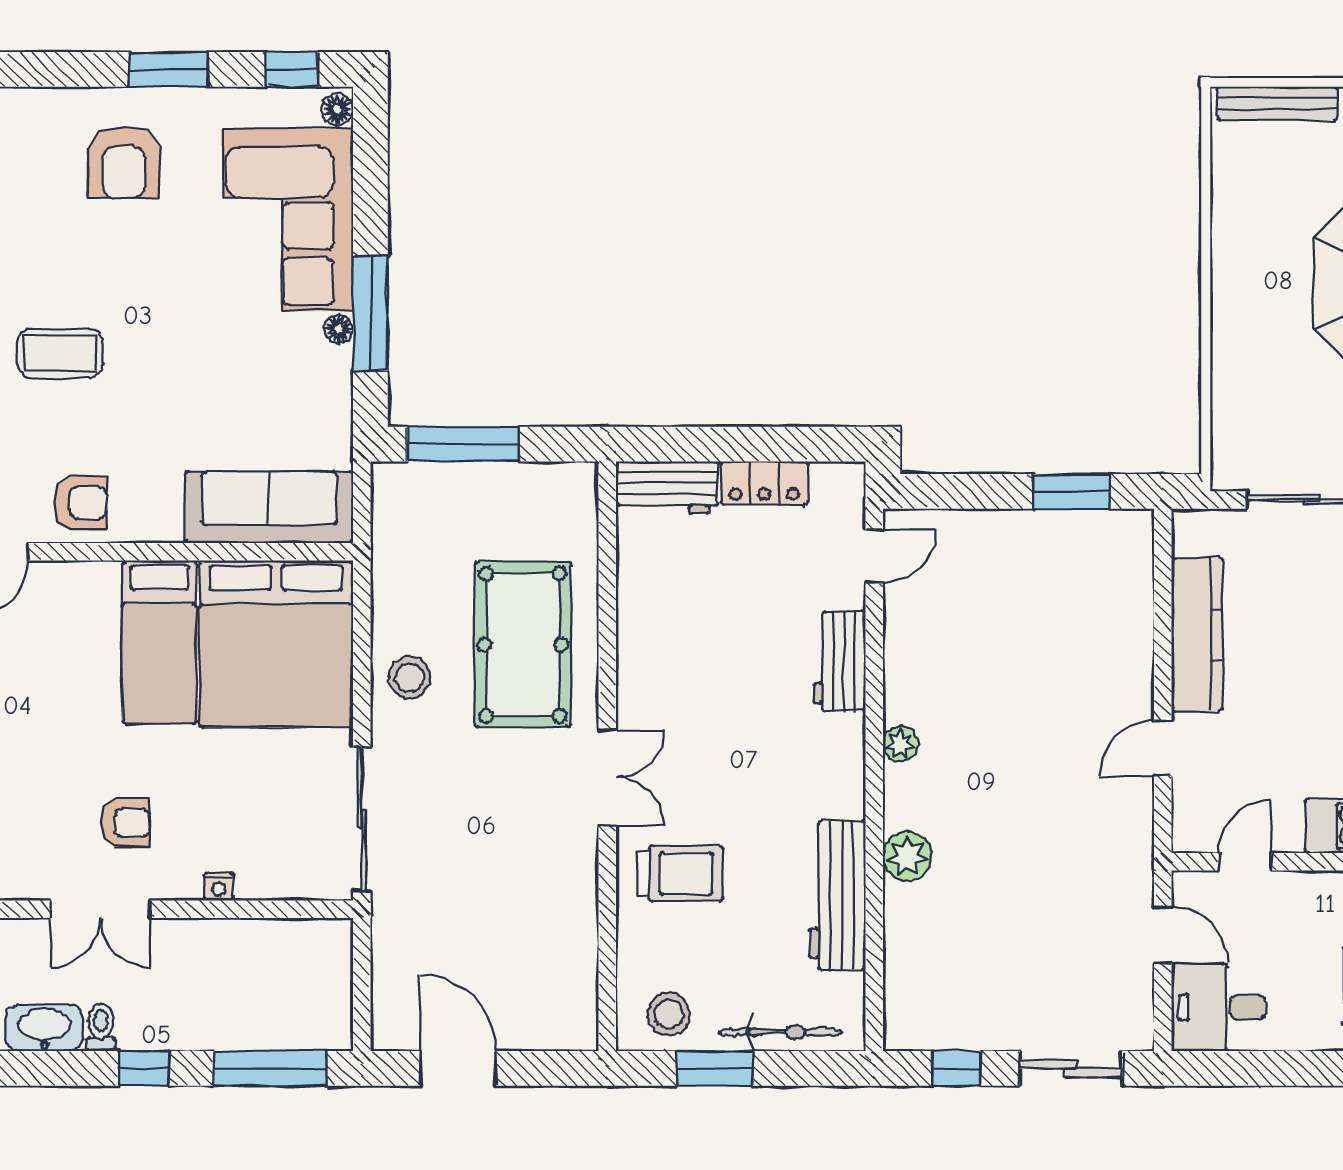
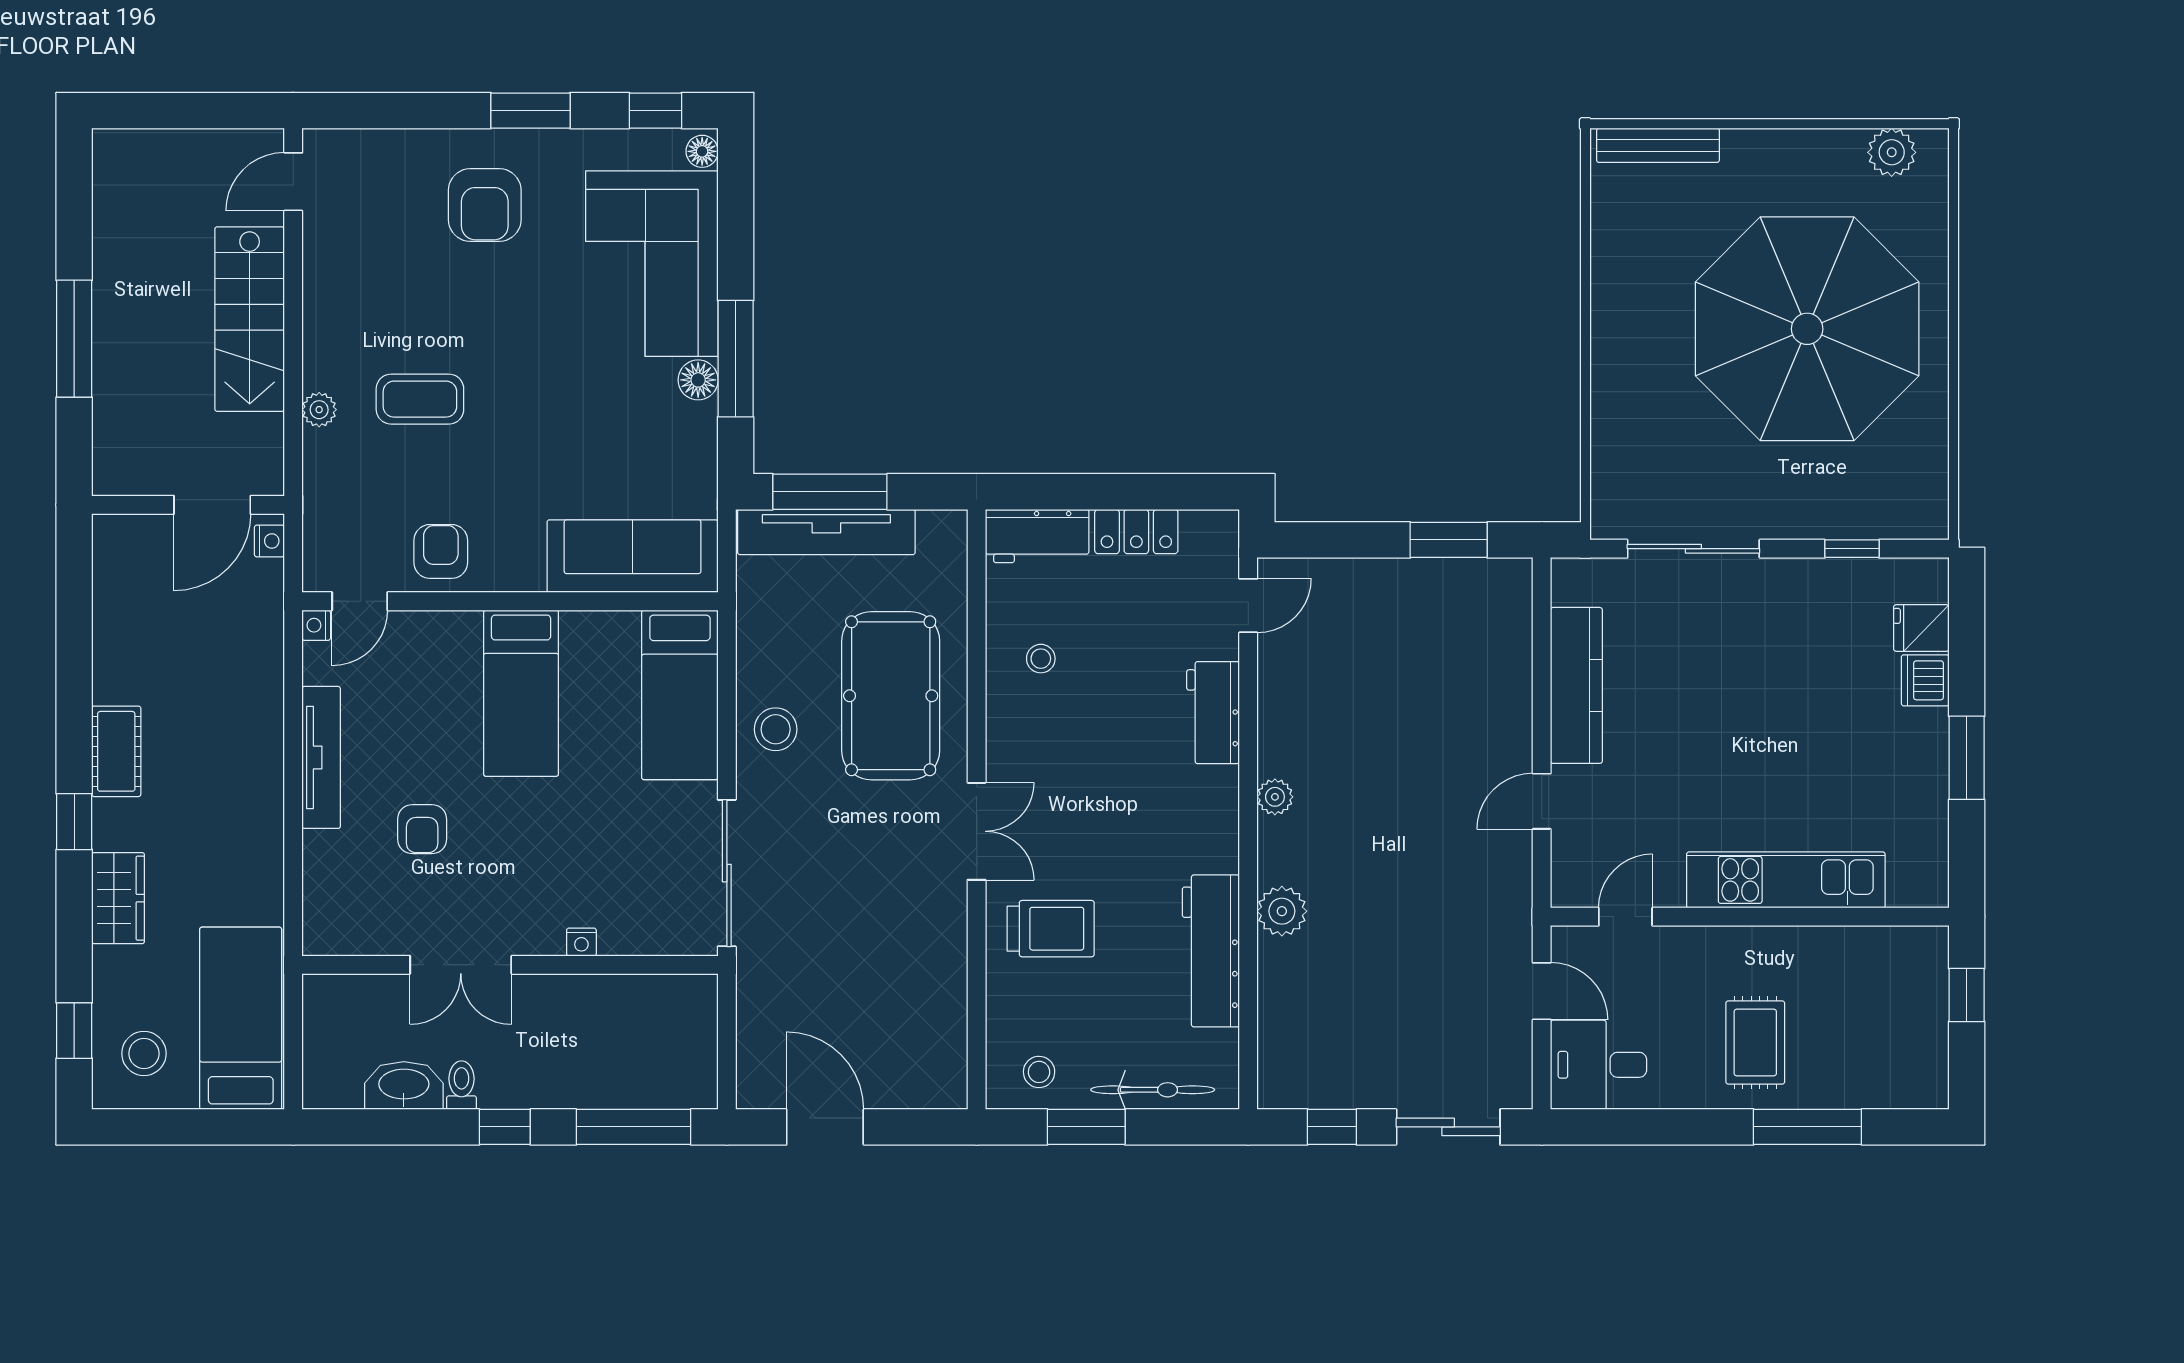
floor lamp: (339, 329) -> (698, 380), width x1.37, depth x1.37
tv unit: (460, 484) -> (826, 532), added
armchair: (81, 503) -> (441, 551), turned -90
stool: (670, 608) -> (1041, 659), added
bed: (276, 644) -> (680, 695), width x0.49
armchair: (125, 823) -> (422, 829), moved, turned 90
stool: (669, 1014) -> (1039, 1072), width x0.73, depth x0.73

